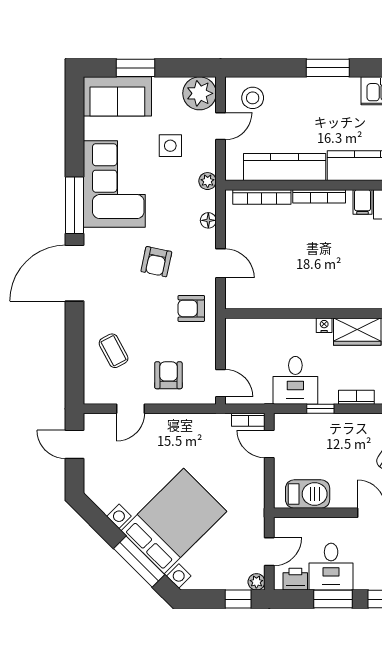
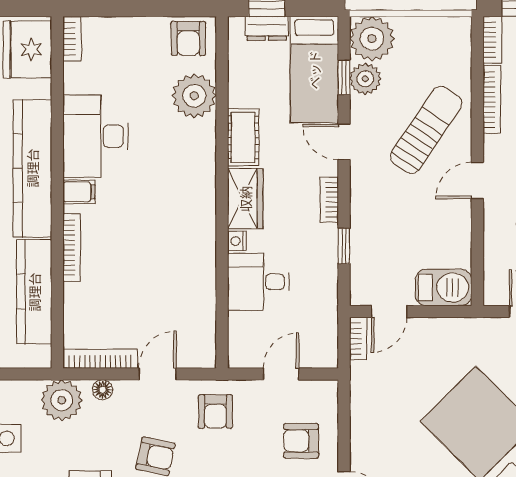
plant: (208, 181) -> (62, 400), width x1.87, depth x1.87
bookcase: (262, 197) -> (100, 359), moved, turned -90
desk: (295, 380) -> (258, 282), moved, turned 180
door: (221, 383) -> (281, 374), moved
barbecue: (308, 494) -> (444, 287), moved, turned 90

